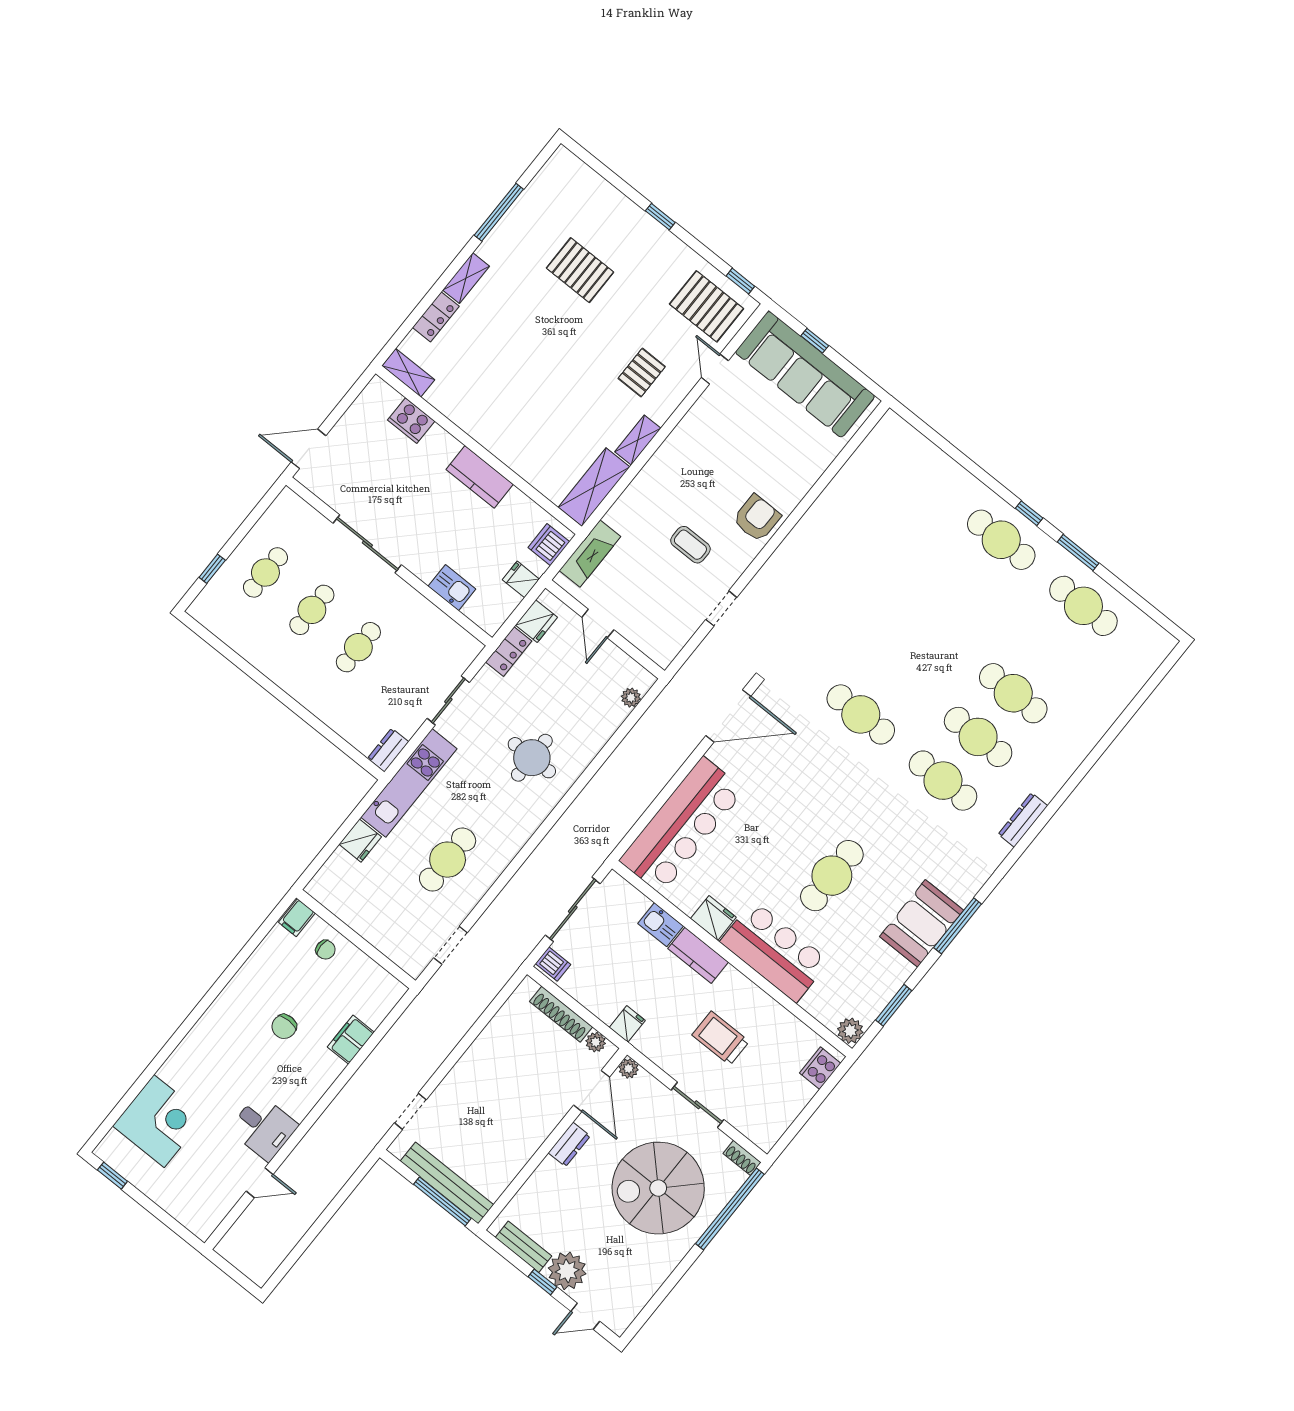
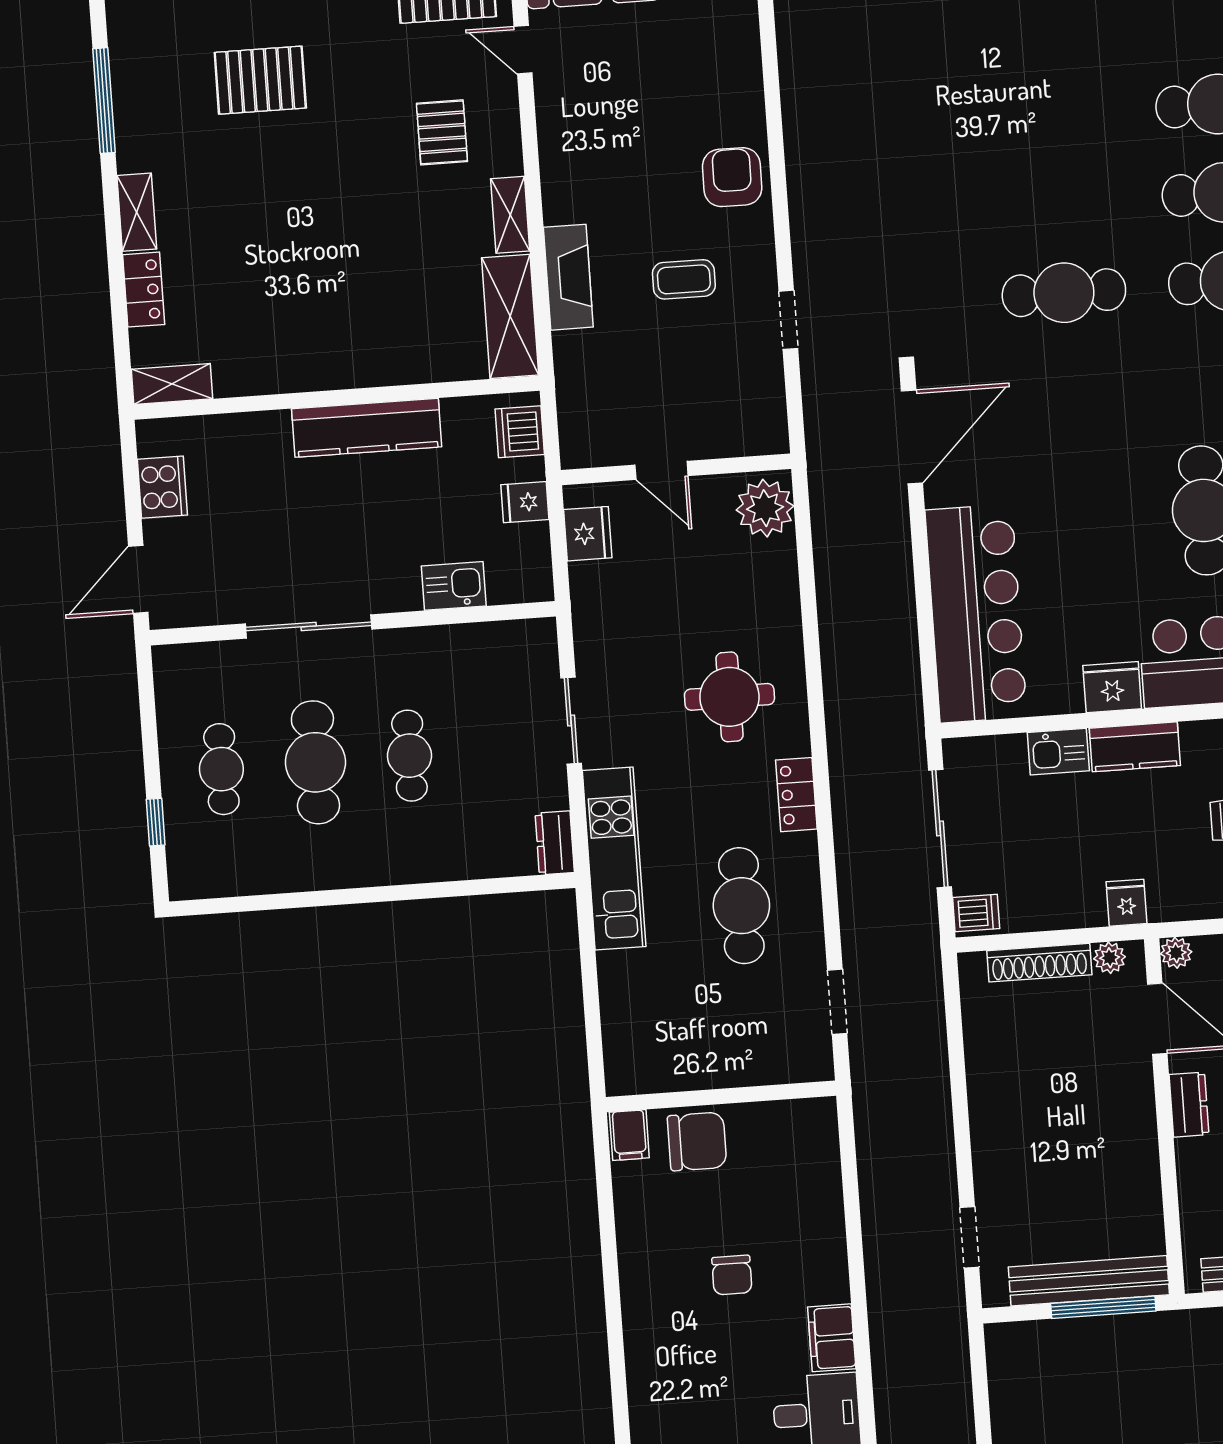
cooker: (411, 421) -> (162, 487), moved, turned -90
kitchen counter: (480, 477) -> (367, 428), width x1.50
fireplace: (590, 554) -> (568, 277), moved
cafe table: (312, 610) -> (315, 762), width x1.37, depth x1.35
locker: (509, 652) -> (796, 795), moved, turned 180
plant: (631, 698) -> (765, 508), width x1.88, depth x1.88
fridge: (360, 841) -> (620, 978), removed
chair: (325, 950) -> (697, 1142), width x1.87, depth x1.87
filing cabinet: (351, 1040) -> (832, 1338), moved

